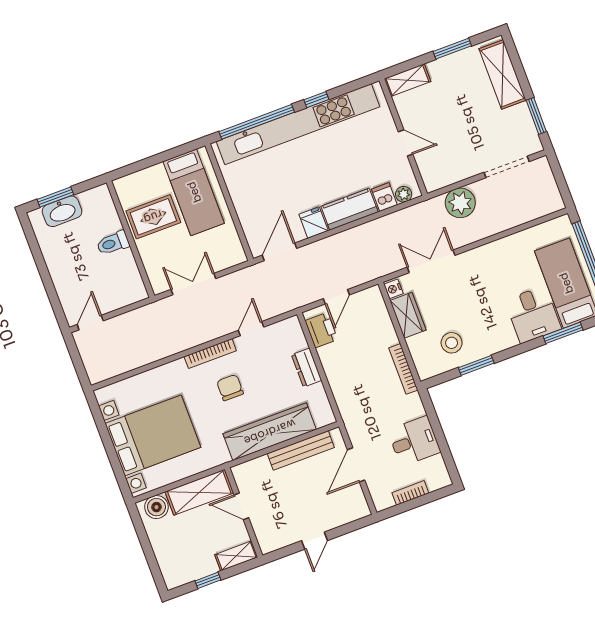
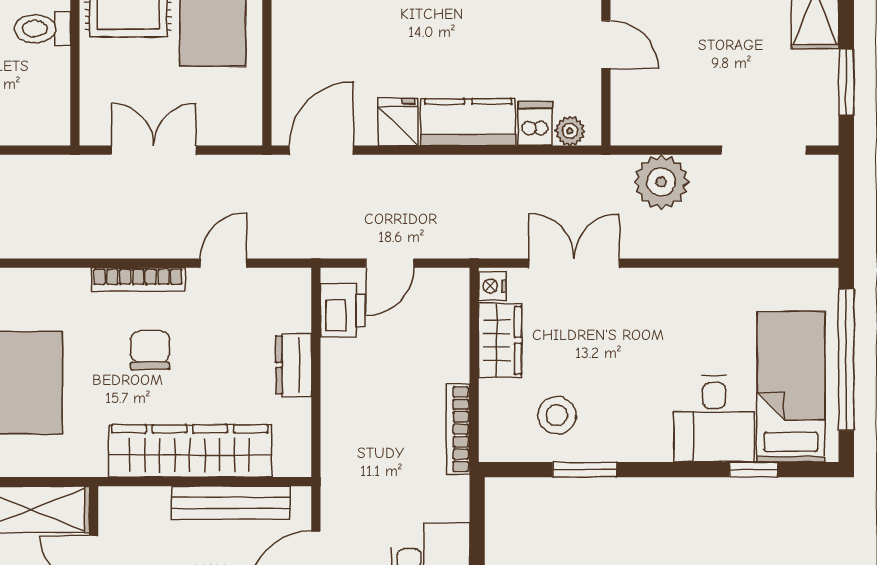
window: (563, 333) -> (753, 470), width x0.67

